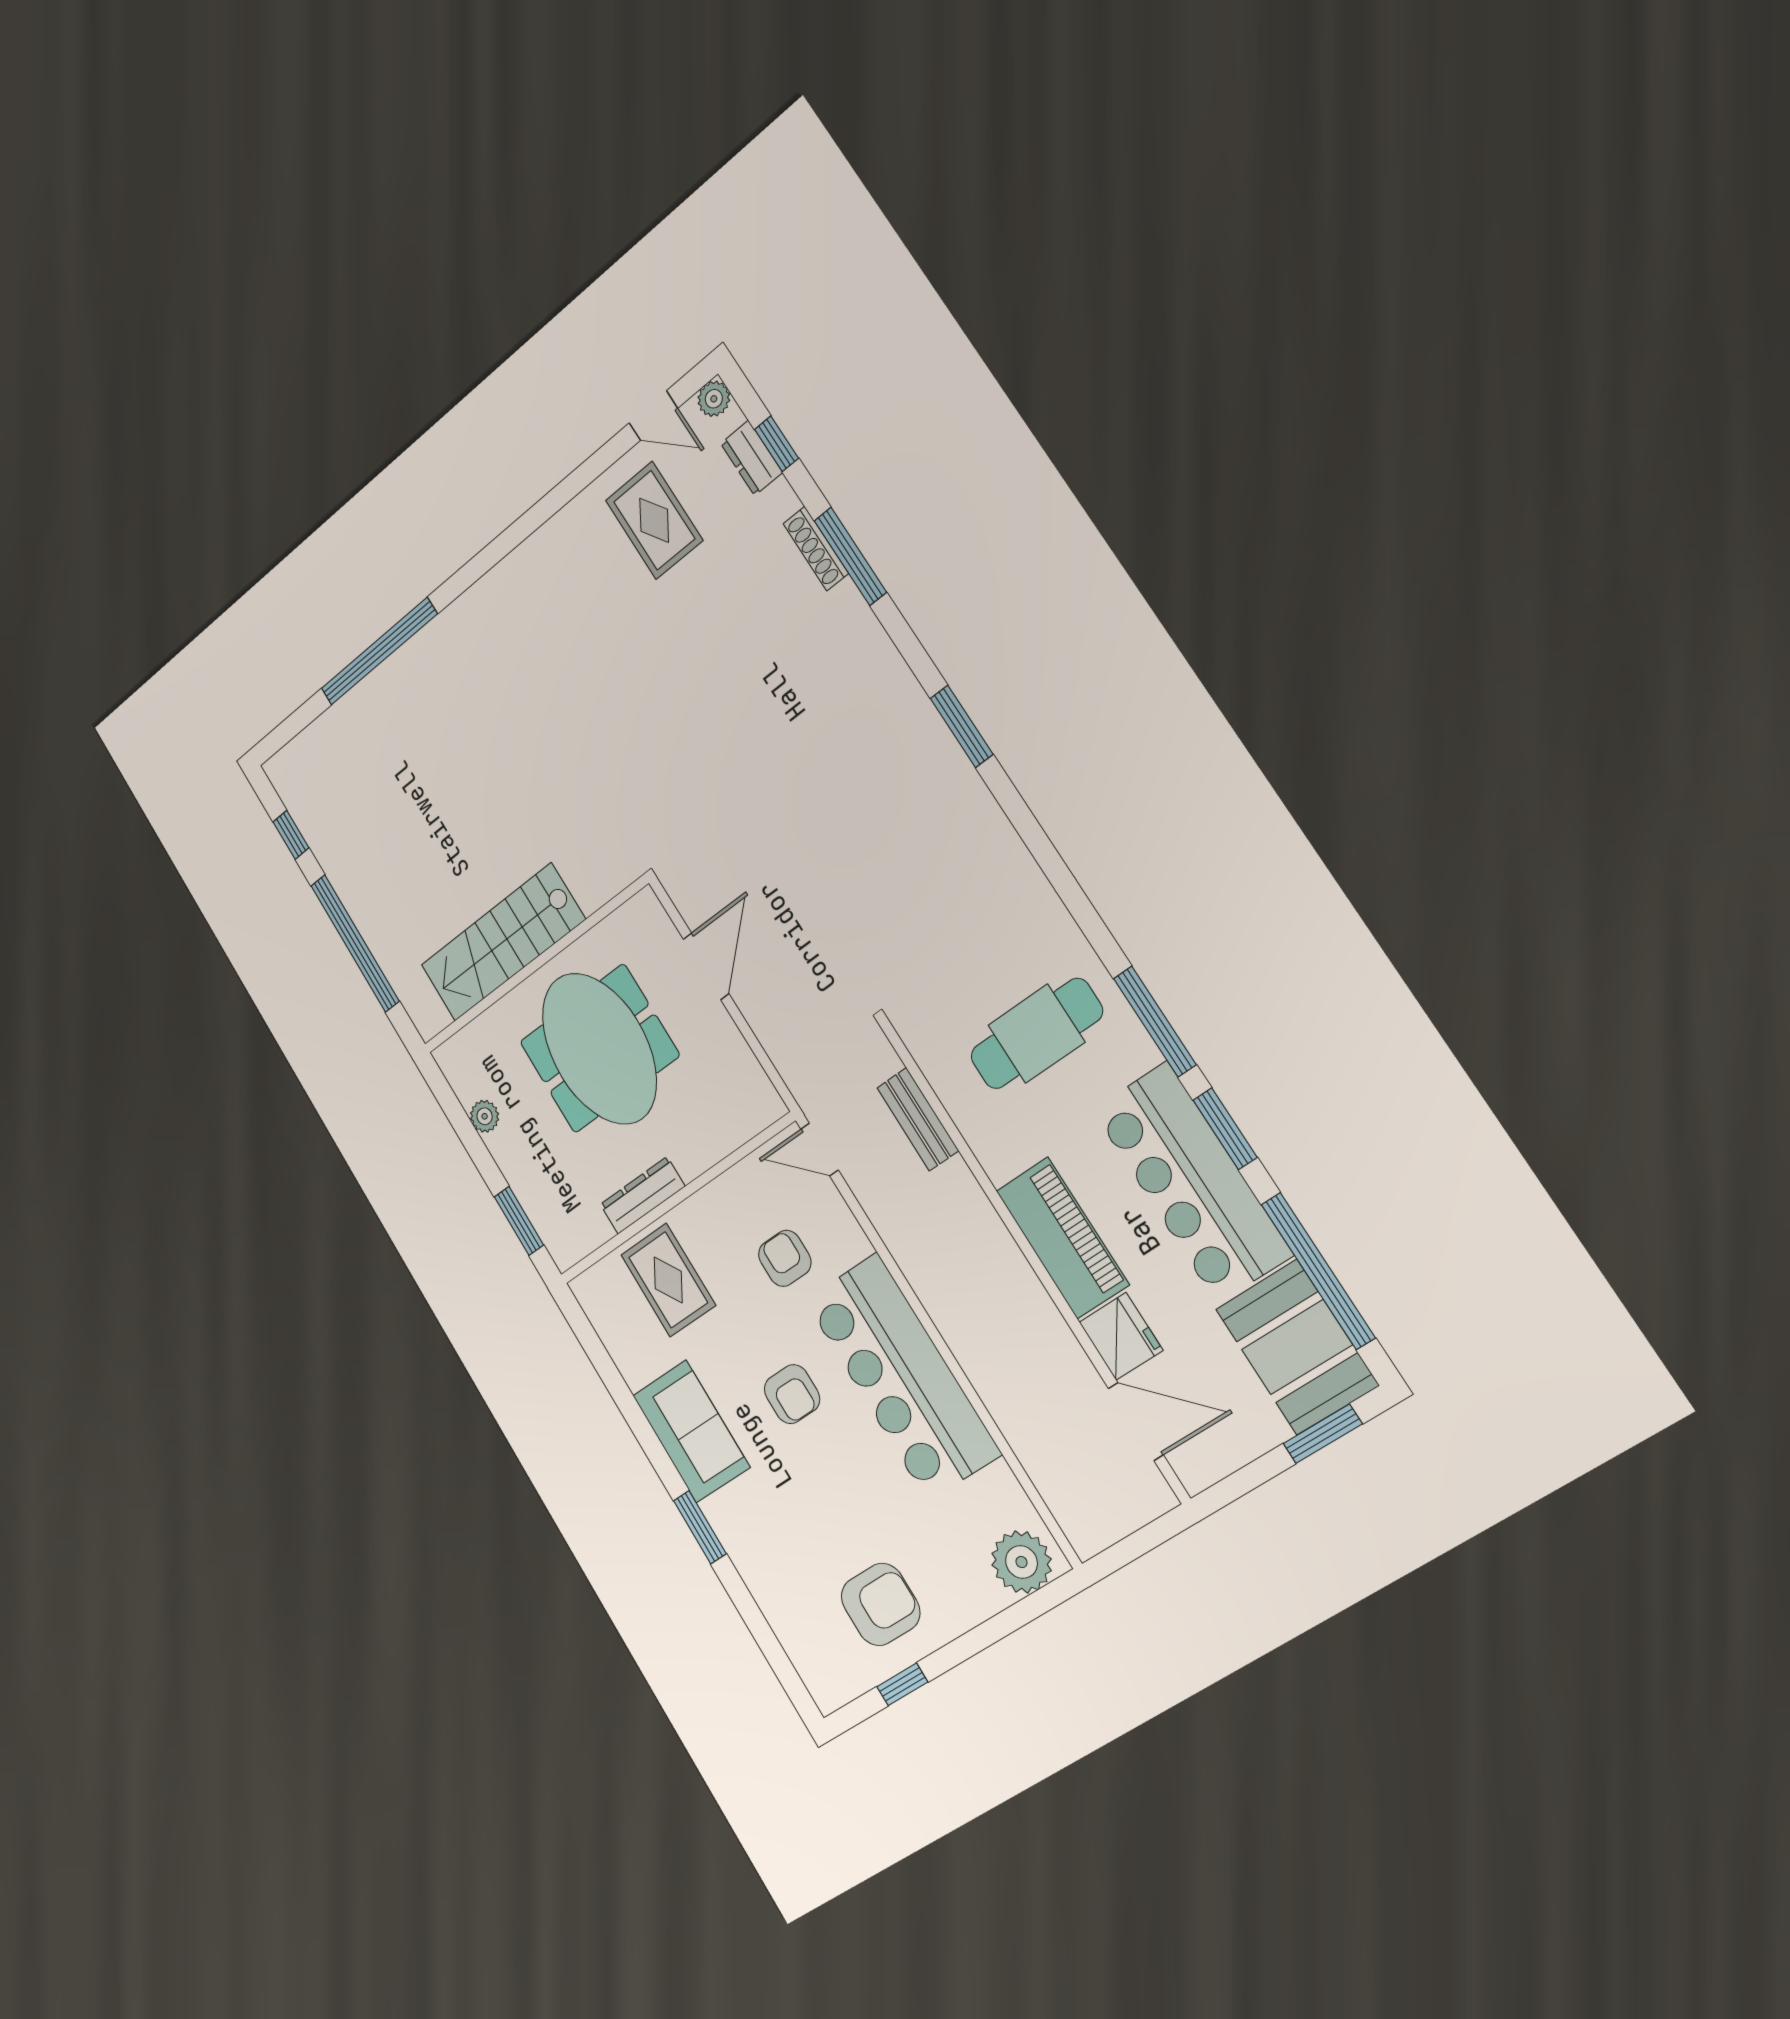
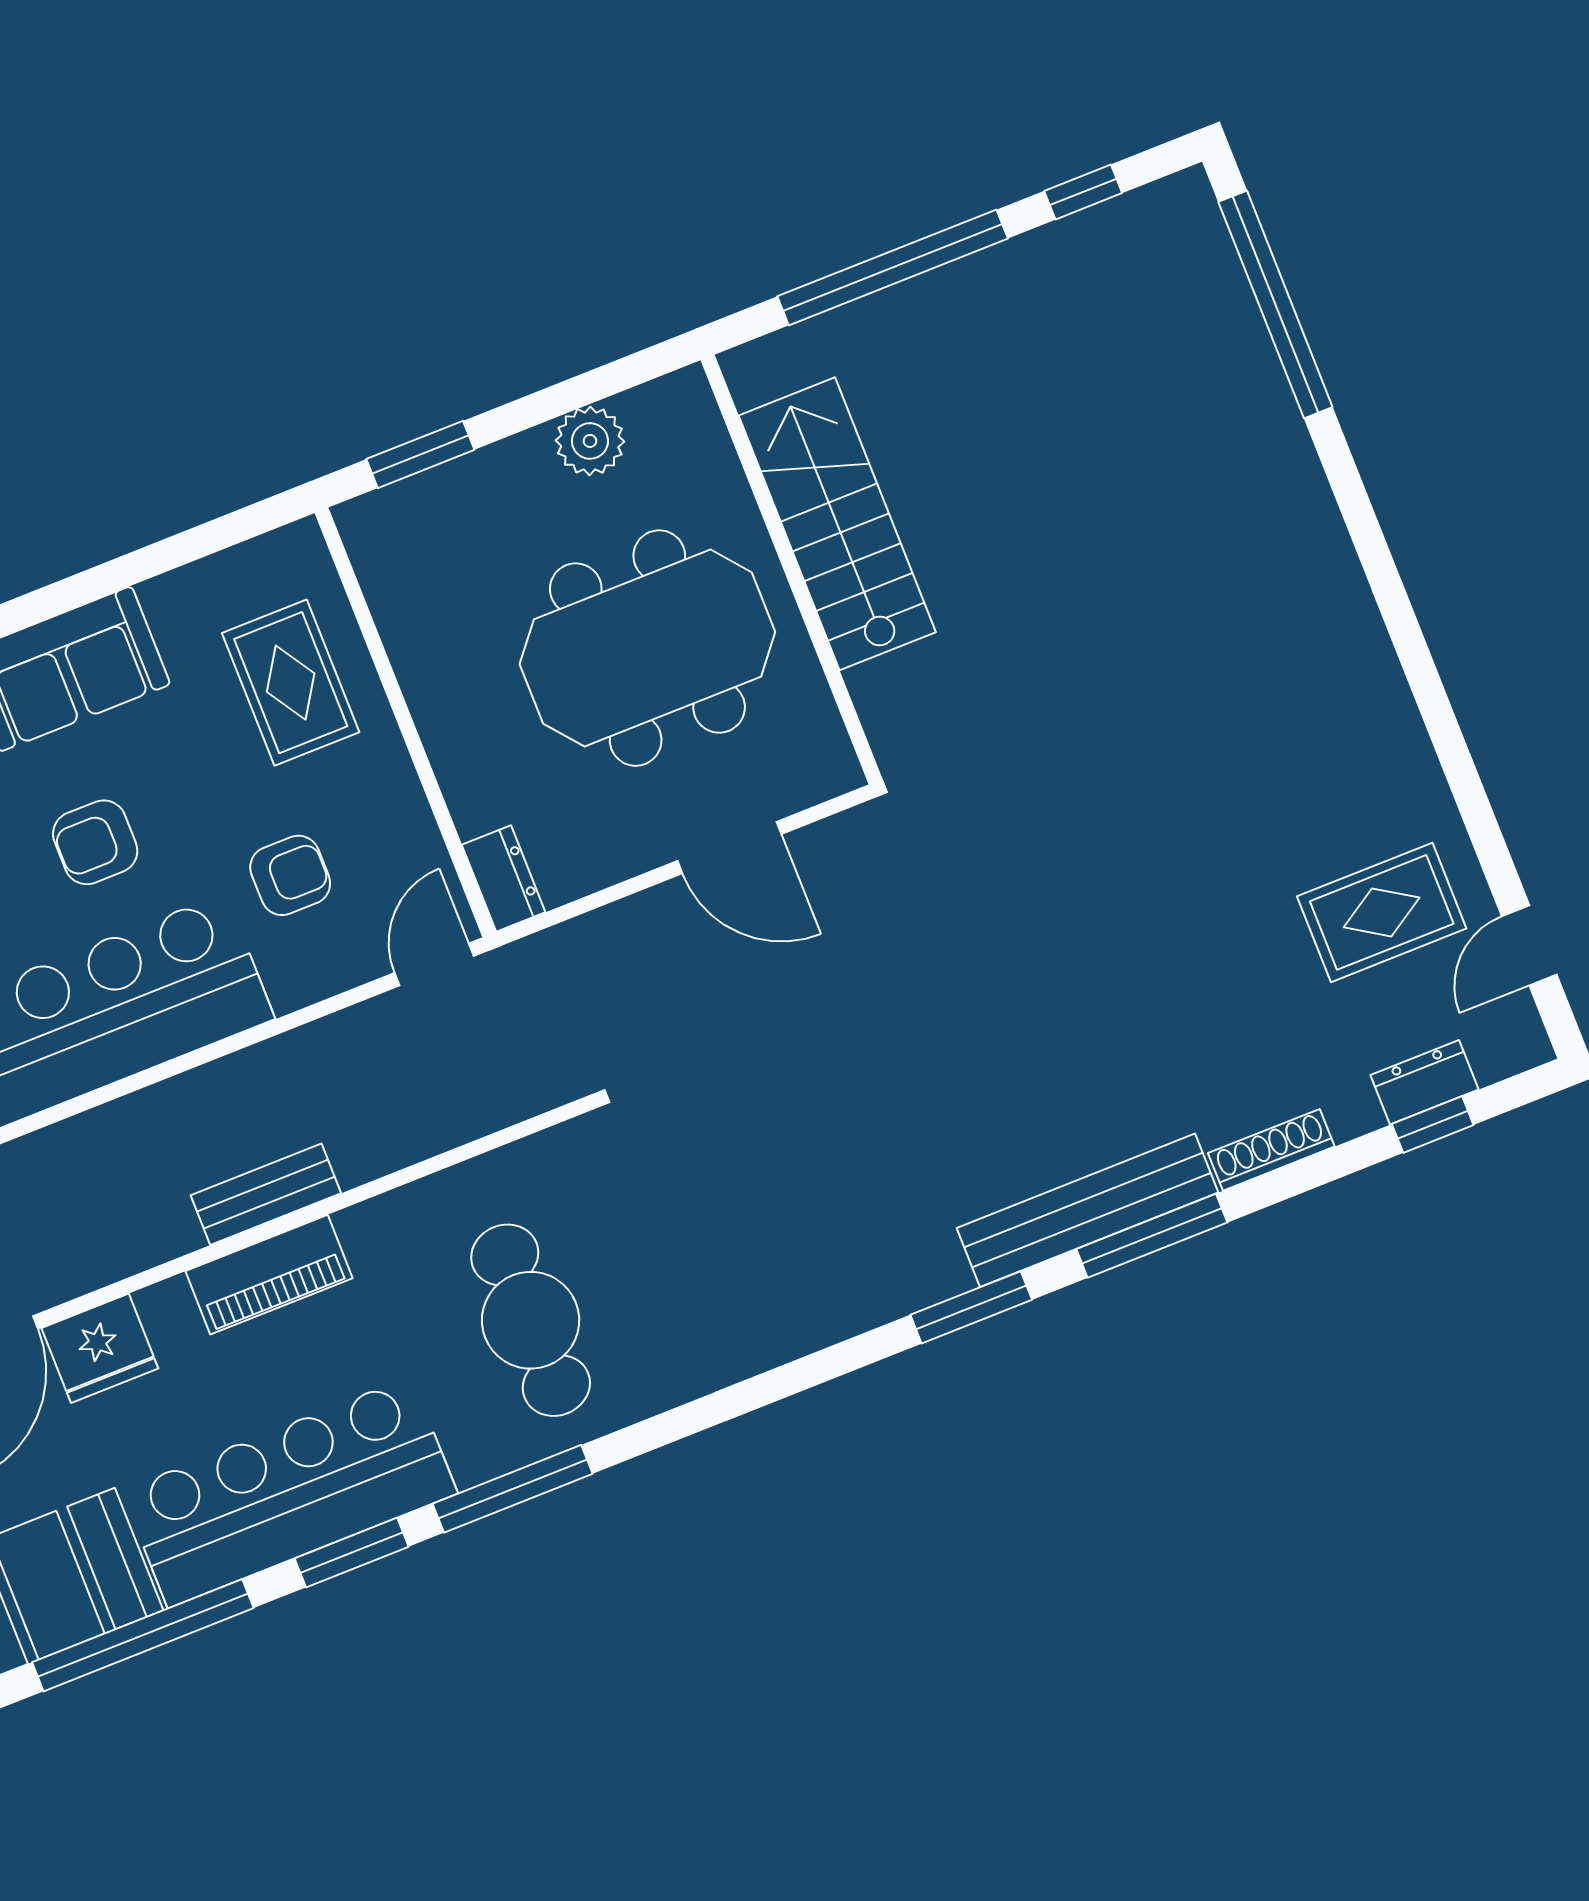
plant: (714, 399) -> (1524, 1044), removed
window: (850, 556) -> (1152, 1236), moved
window: (379, 651) -> (1275, 304), moved
bench: (881, 663) -> (1088, 1210), added
plant: (485, 1116) -> (590, 441), width x1.38, depth x1.38
bench: (918, 1119) -> (266, 1194), moved
dresser: (643, 1195) -> (504, 878), moved, width x0.70
piano: (1062, 1238) -> (269, 1275), width x0.73, depth x0.75
rug: (668, 1280) -> (291, 683), turned 90

